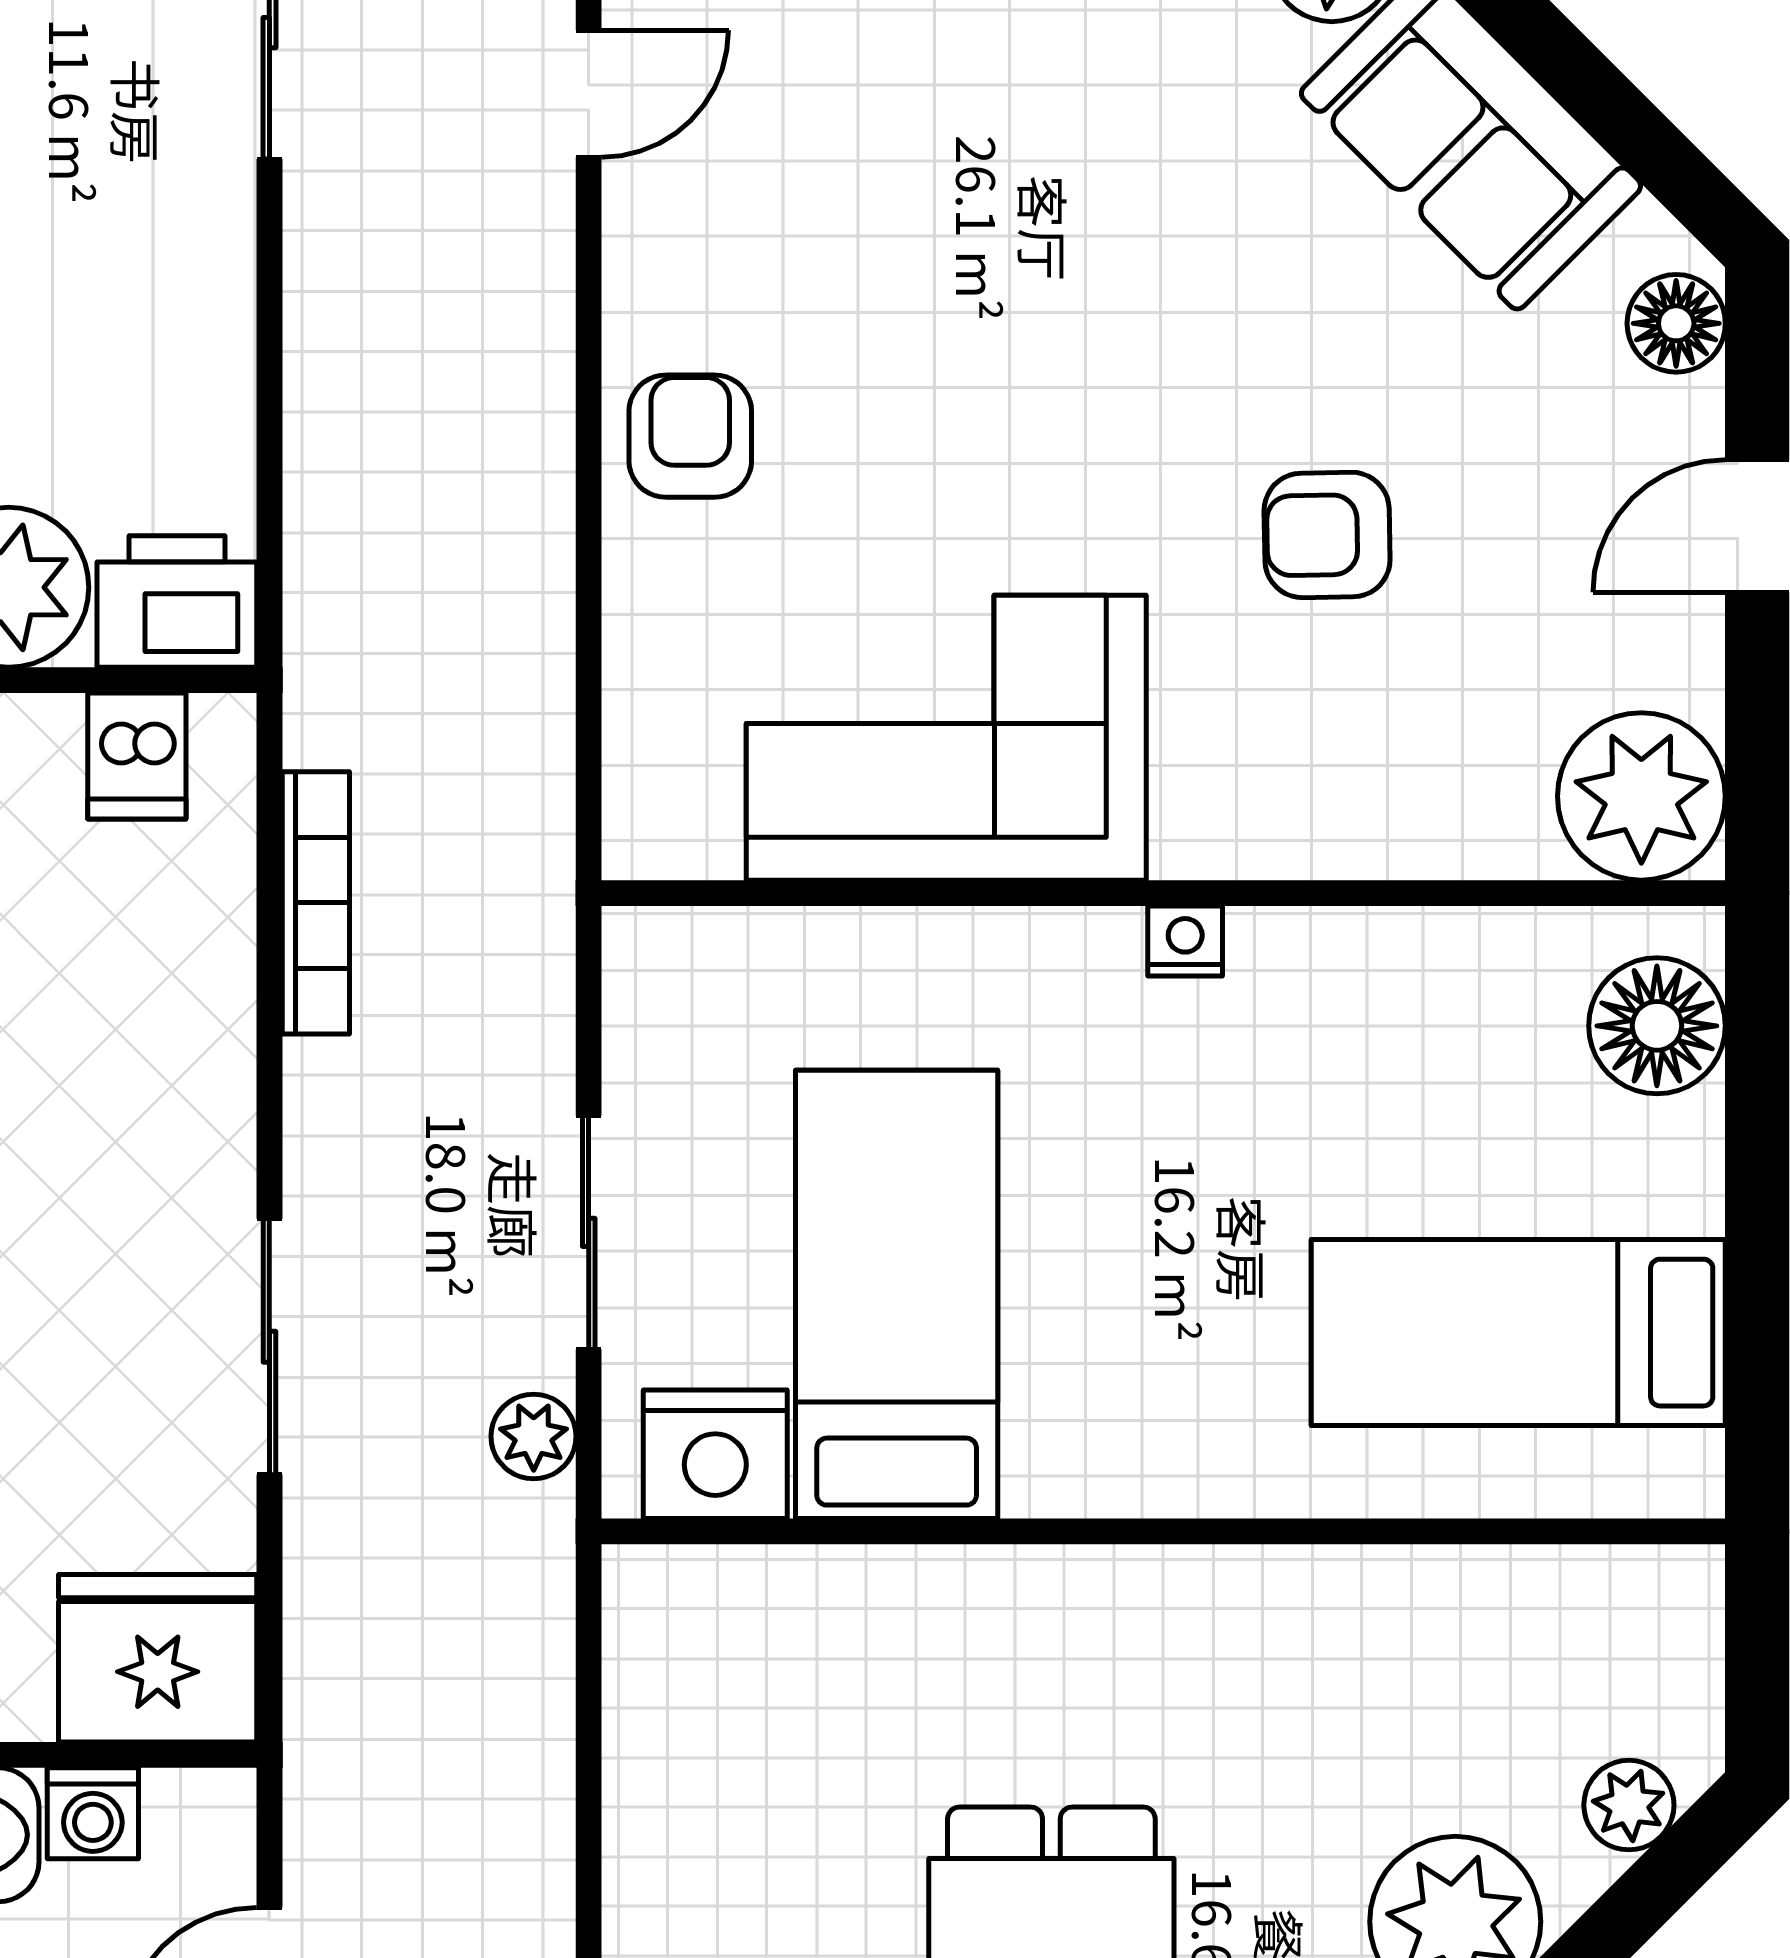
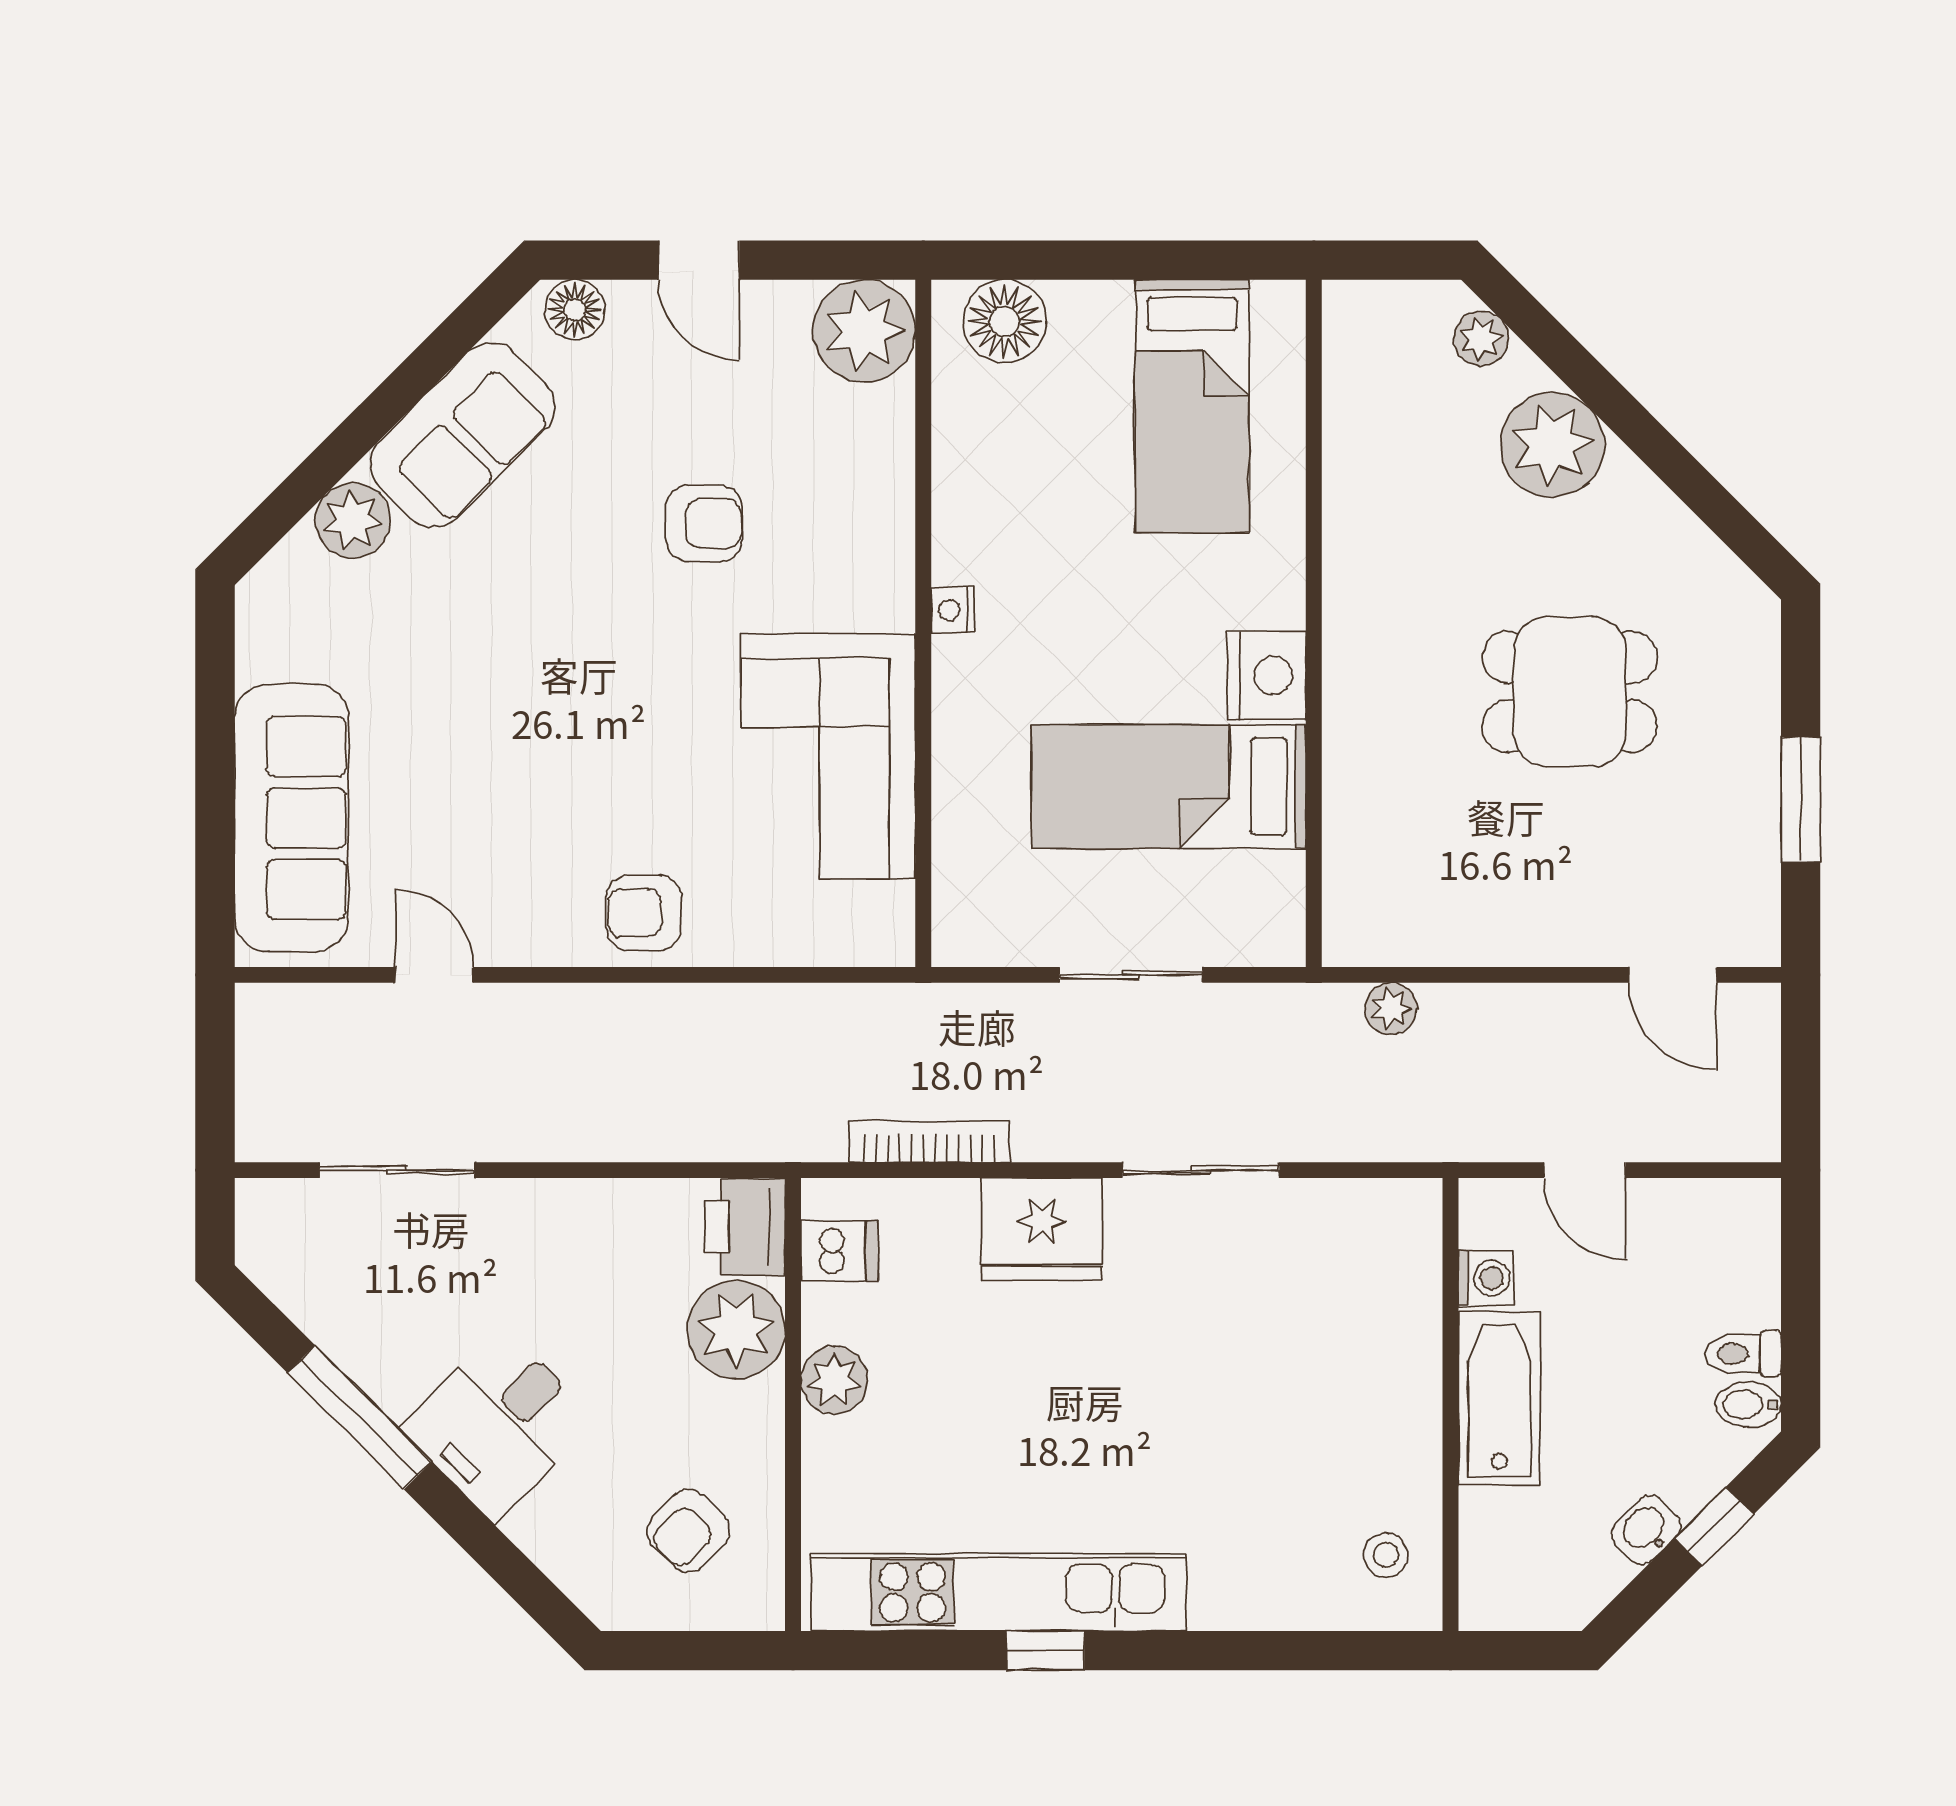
armchair: (1327, 535) -> (704, 523), turned -89
plant: (534, 1436) -> (1391, 1009), moved
nightstand: (715, 1454) -> (1267, 676), moved
fridge: (158, 1658) -> (1042, 1229), moved, turned -90

